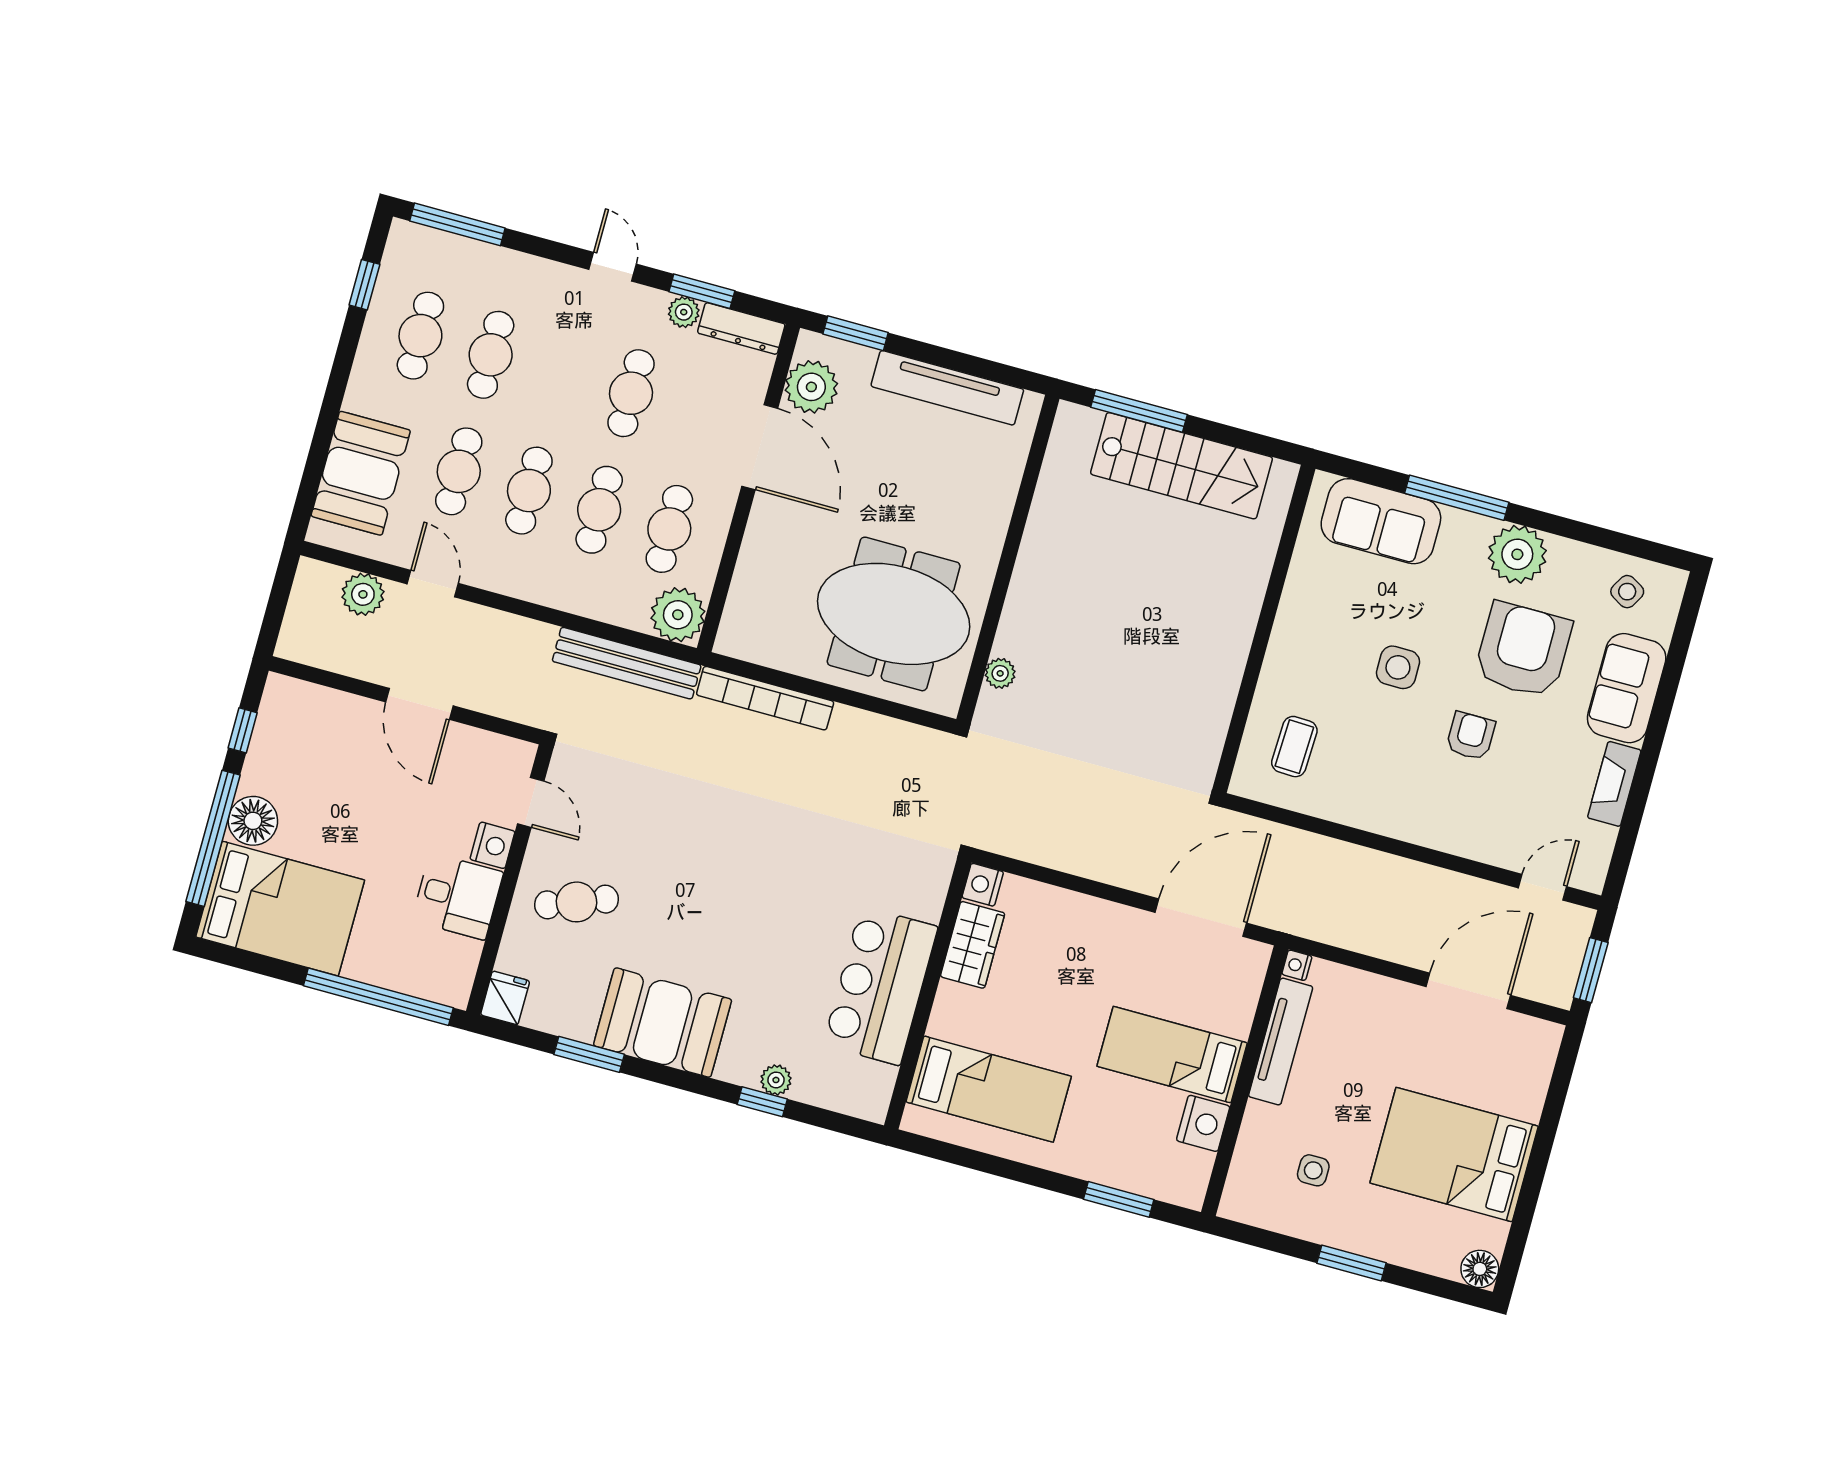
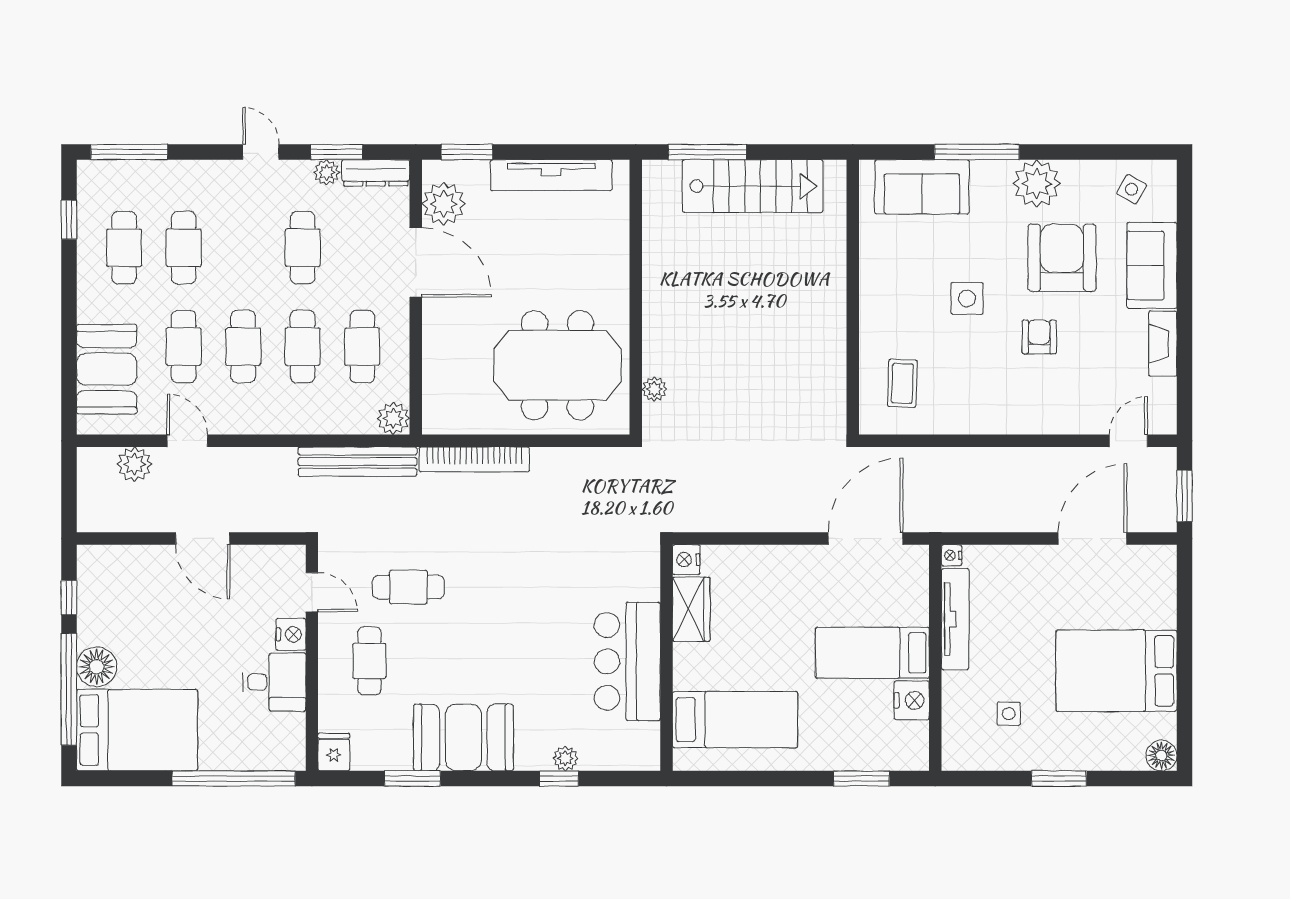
plant: (678, 615) -> (393, 418), width x0.73, depth x0.73
cafe table: (646, 828) -> (408, 587), added
cafe table: (576, 902) -> (369, 661), turned -69

